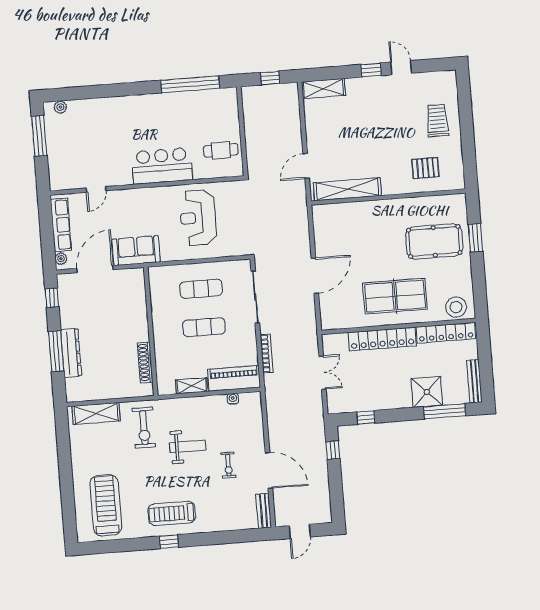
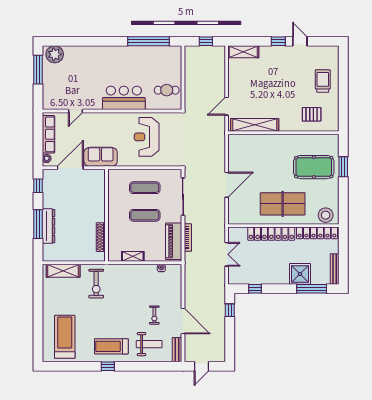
plant: (60, 107) -> (55, 54), width x1.88, depth x1.88
piano: (234, 378) -> (174, 241), moved, turned -90
weight bench: (188, 446) -> (149, 344), moved

